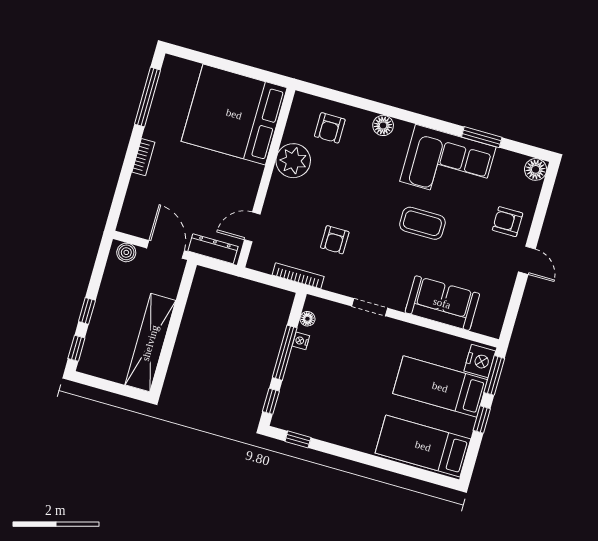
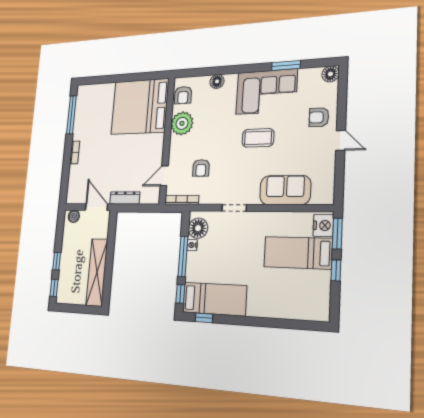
bed: (234, 114) -> (140, 107), moved
plant: (293, 161) -> (182, 123), moved
wall: (266, 178) -> (167, 140), moved
door: (252, 227) -> (164, 176), moved
floor lamp: (307, 319) -> (198, 228), width x1.89, depth x1.89
bed: (423, 446) -> (214, 299), moved, turned 180

